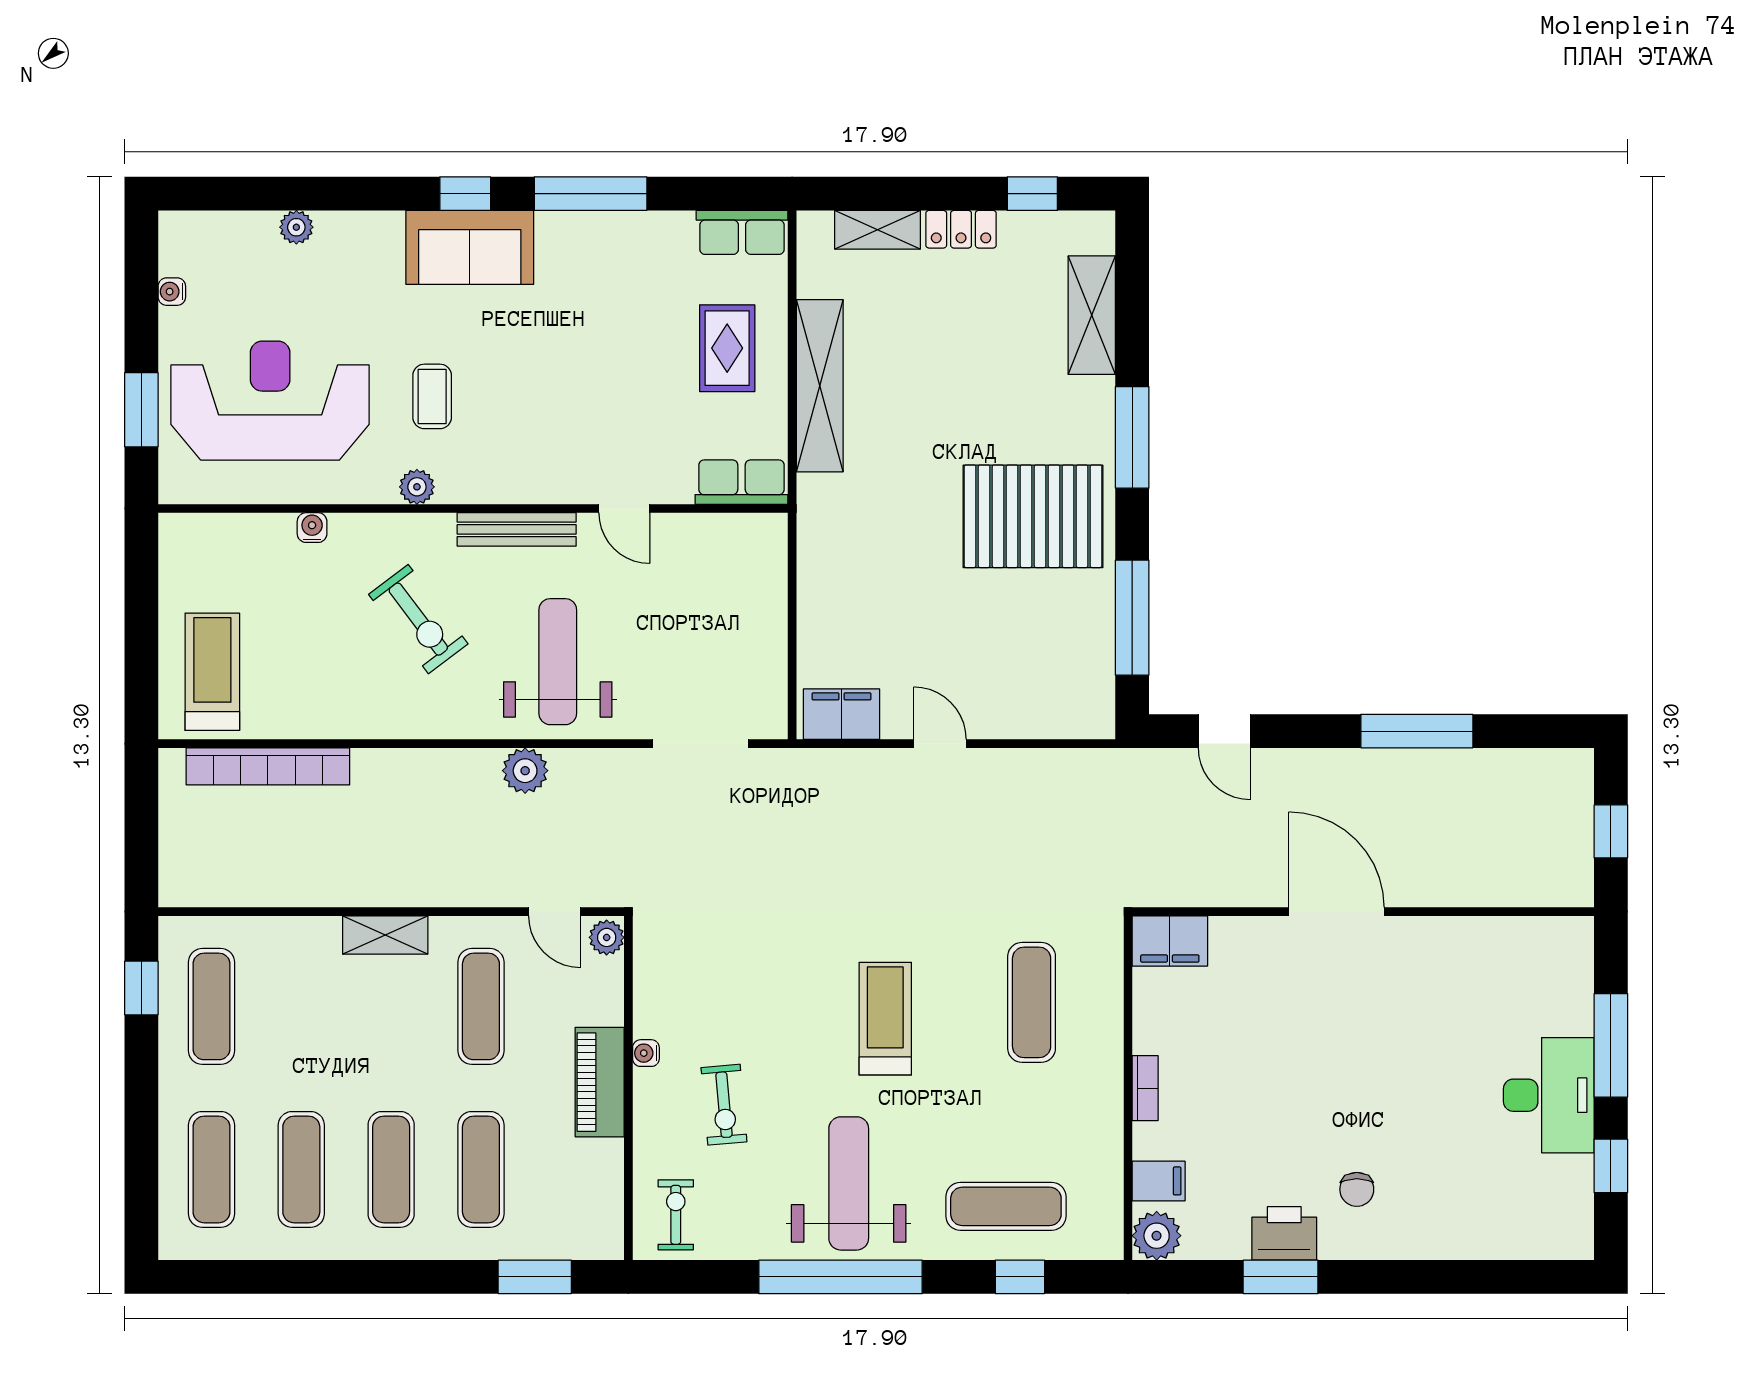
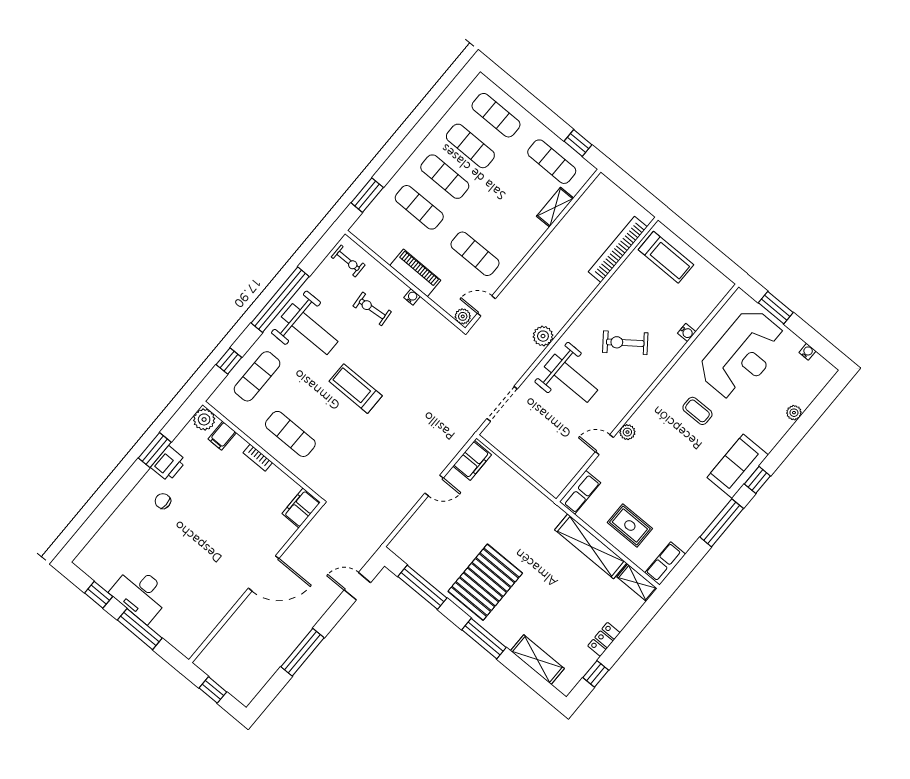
shelving: (877, 230) -> (637, 583), moved, turned 90
plant: (417, 487) -> (627, 432), moved
bench: (517, 529) -> (628, 402), removed
shelving: (385, 935) -> (555, 207), moved
exercise mat: (1032, 1002) -> (290, 434), moved
treadmill: (885, 1019) -> (356, 389), turned 180

